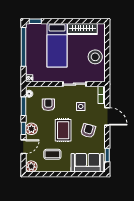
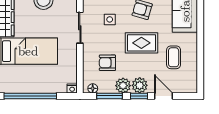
plant: (31, 166) -> (123, 86), moved

